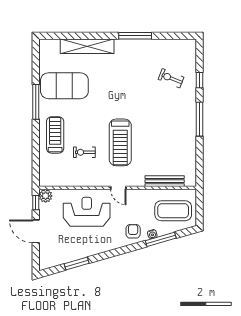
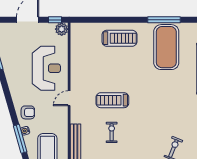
window: (36, 102) -> (164, 20), moved
treadmill: (120, 142) -> (112, 100), width x0.73, depth x0.73
exercise bike: (84, 152) -> (112, 132), moved

